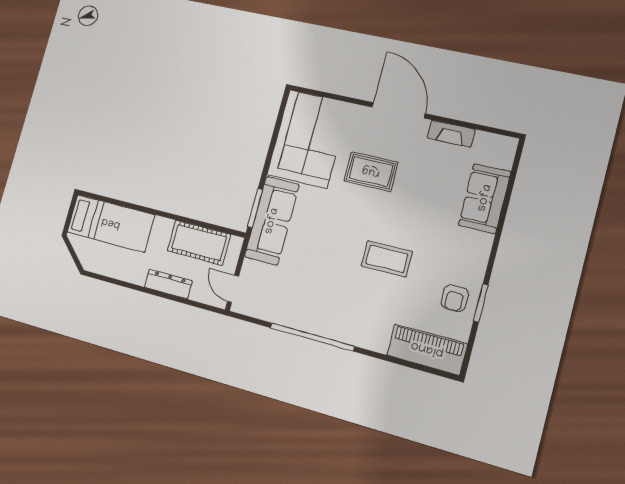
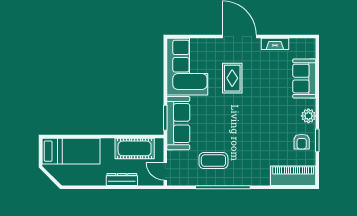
rug: (371, 172) -> (232, 78), turned 90
coffee table: (387, 259) -> (213, 161), moved
plant: (476, 260) -> (308, 116), added

